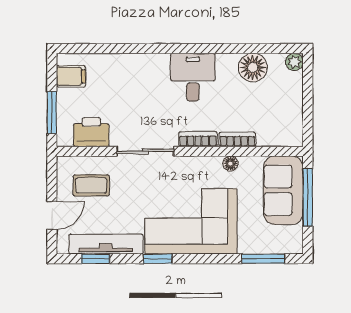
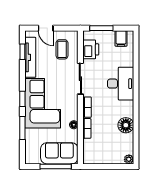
floor lamp: (253, 67) -> (126, 125), moved
desk: (193, 77) -> (121, 84), moved, width x1.37
window: (157, 259) -> (22, 99), moved
window: (263, 259) -> (22, 128), moved

